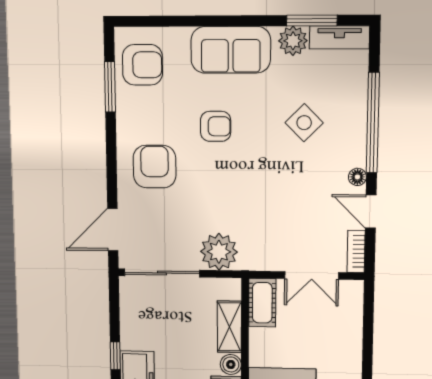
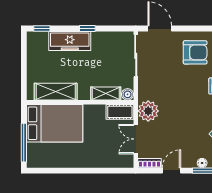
floor lamp: (357, 177) -> (202, 163), moved
plant: (219, 252) -> (148, 111), moved
boiler: (231, 364) -> (128, 94), moved

